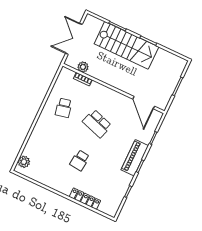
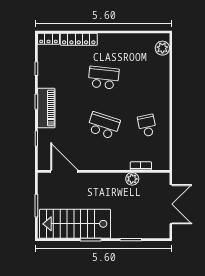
stairs: (126, 45) -> (75, 224), moved
plant: (83, 67) -> (132, 179), moved
school desk: (80, 160) -> (104, 78), width x1.85
locker: (108, 210) -> (49, 39), added

